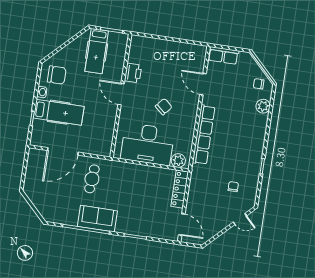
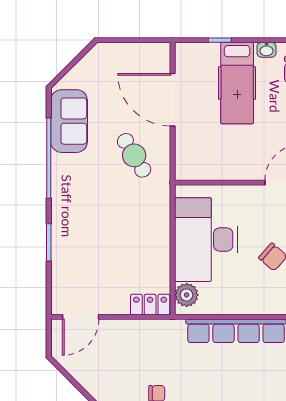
cafe table: (92, 179) -> (134, 155), turned 54
locker: (180, 189) -> (150, 304), width x0.66
sofa: (97, 219) -> (69, 121), moved

